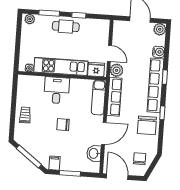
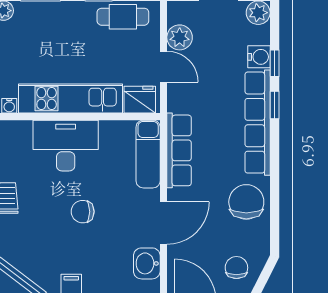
cafe table: (66, 27) -> (123, 17), moved
plant: (117, 70) -> (180, 37), moved
desk: (57, 90) -> (66, 146), width x1.37
window: (162, 113) -> (275, 63), moved
chair: (147, 125) -> (246, 202), turned 180

